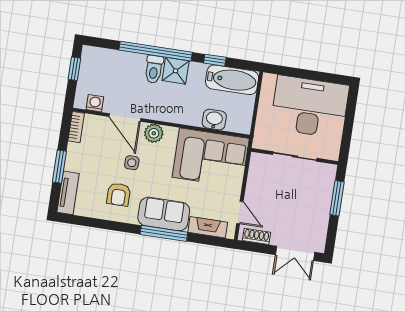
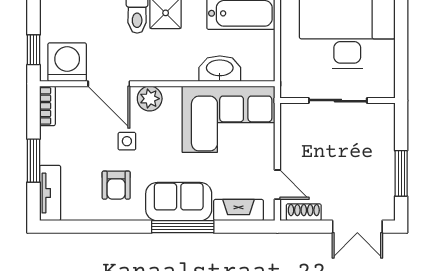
window: (74, 69) -> (34, 50), moved
washing machine: (95, 103) -> (67, 62), width x1.89, depth x1.89
washbasin: (214, 120) -> (220, 69), width x1.38
window: (337, 198) -> (401, 173), moved

